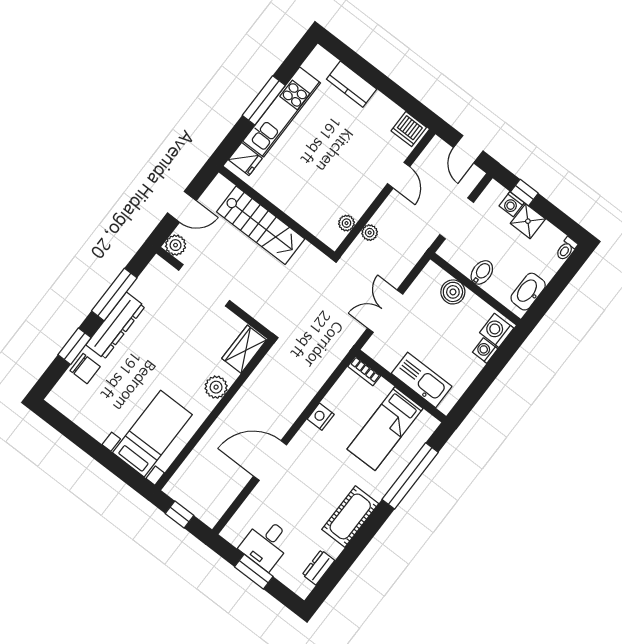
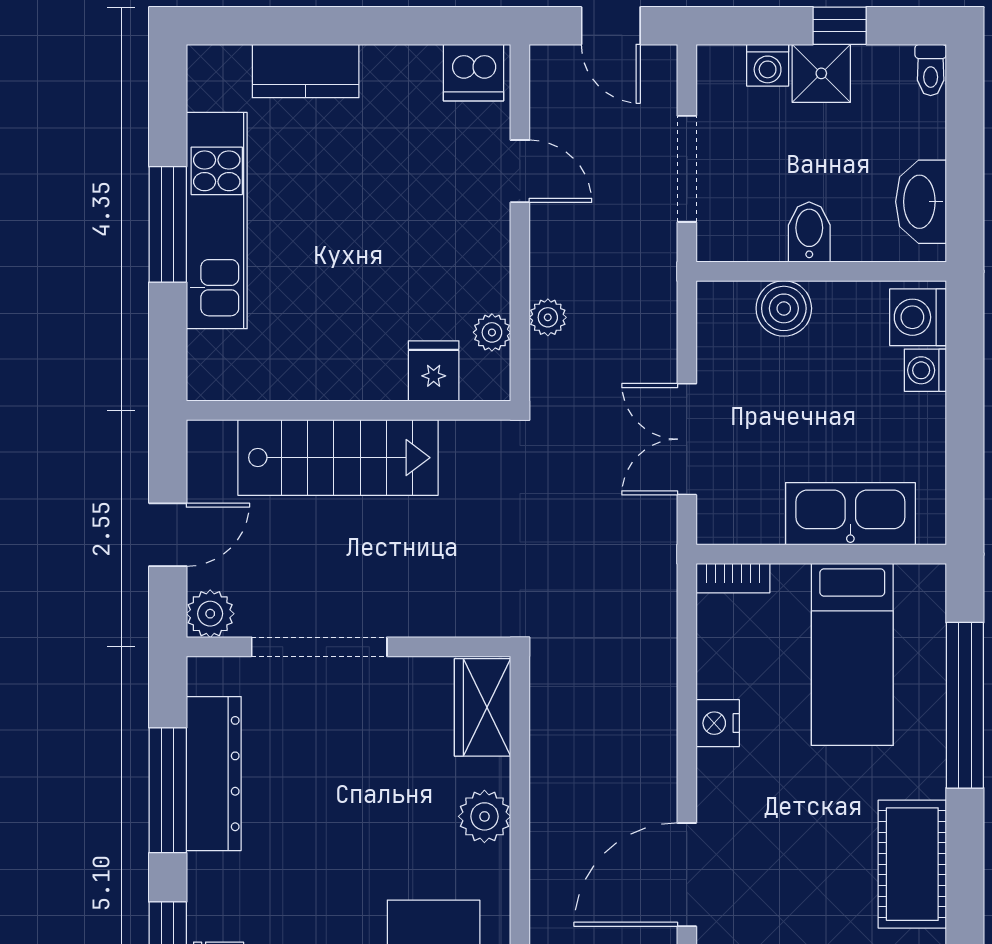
fridge: (245, 159) -> (434, 371), moved, turned -90
window: (524, 193) -> (840, 26), moved
dresser: (116, 326) -> (214, 774), moved

